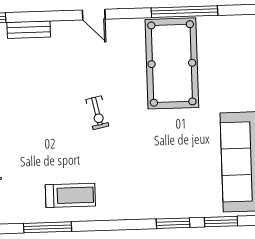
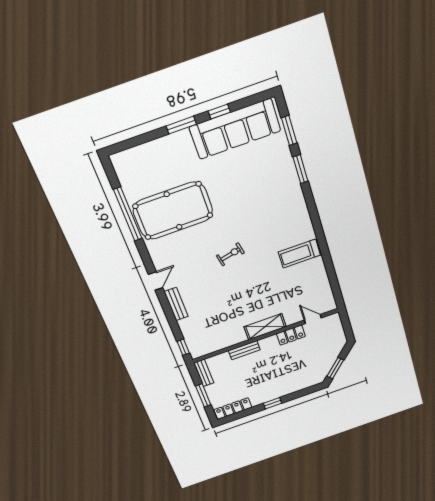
bench: (29, 30) -> (176, 304), moved
treadmill: (70, 195) -> (299, 254), turned -90
window: (48, 227) -> (328, 262), removed

